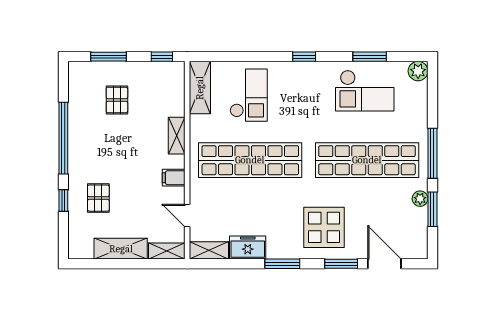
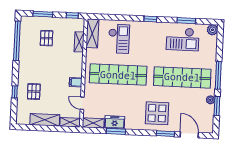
shelving: (177, 136) -> (79, 42), moved
window: (63, 138) -> (17, 41), moved
window: (282, 264) -> (116, 131), moved

